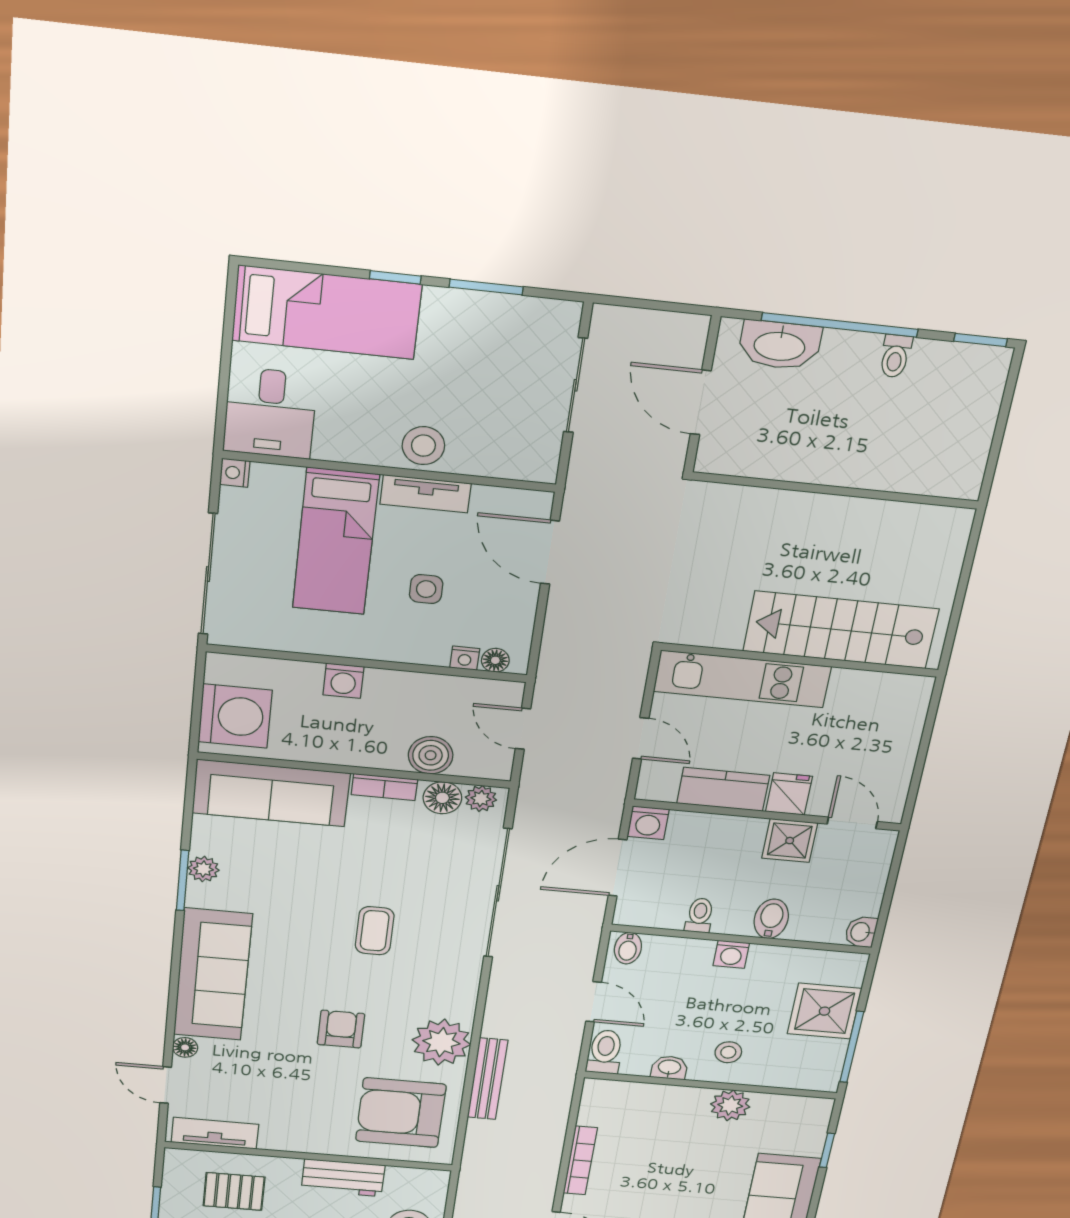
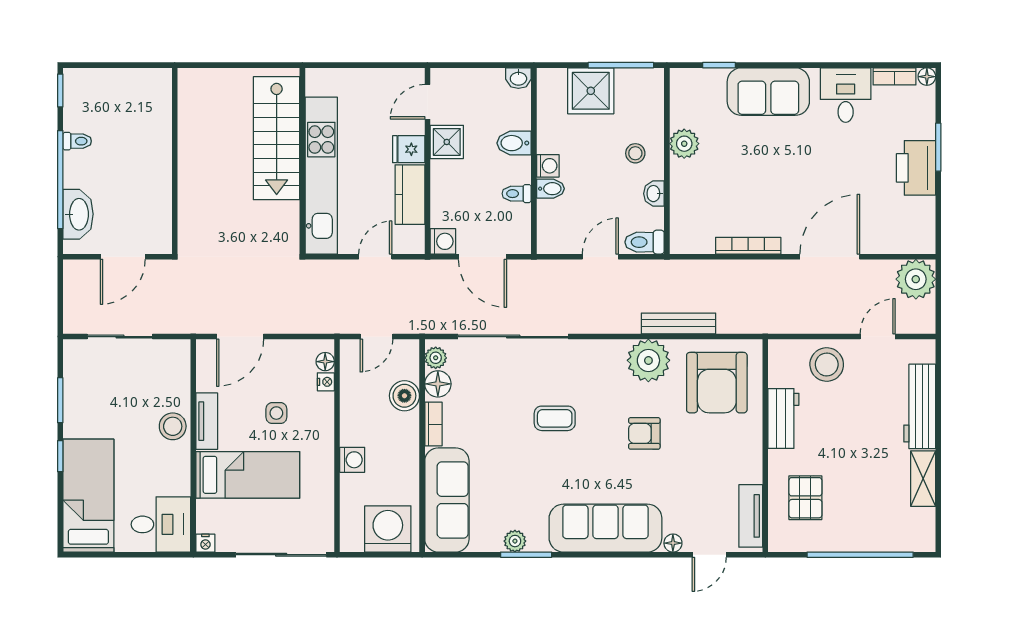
kitchen unit: (742, 679) -> (321, 176), width x1.36
bidet: (628, 948) -> (550, 189), moved

